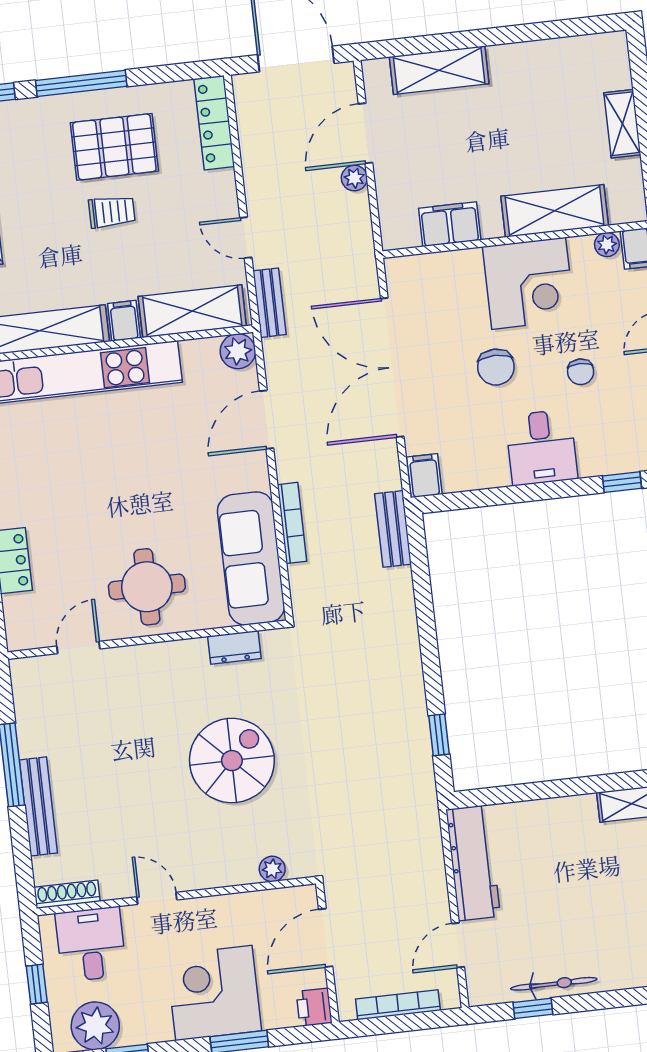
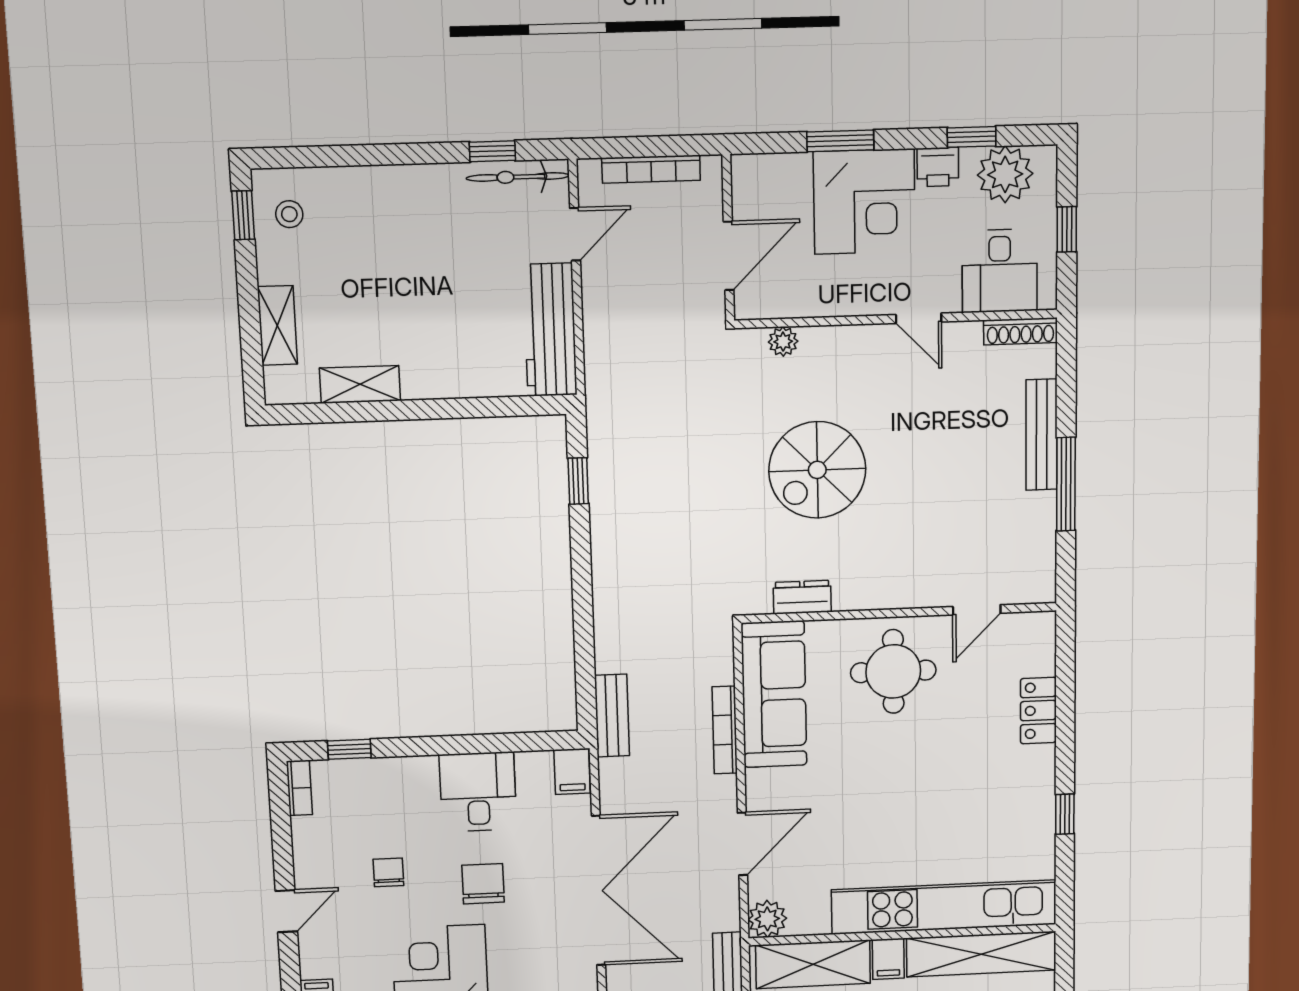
desk: (541, 447) -> (478, 792), moved
bicycle: (554, 984) -> (518, 177), moved
printer: (314, 1007) -> (938, 167), moved, turned 90

